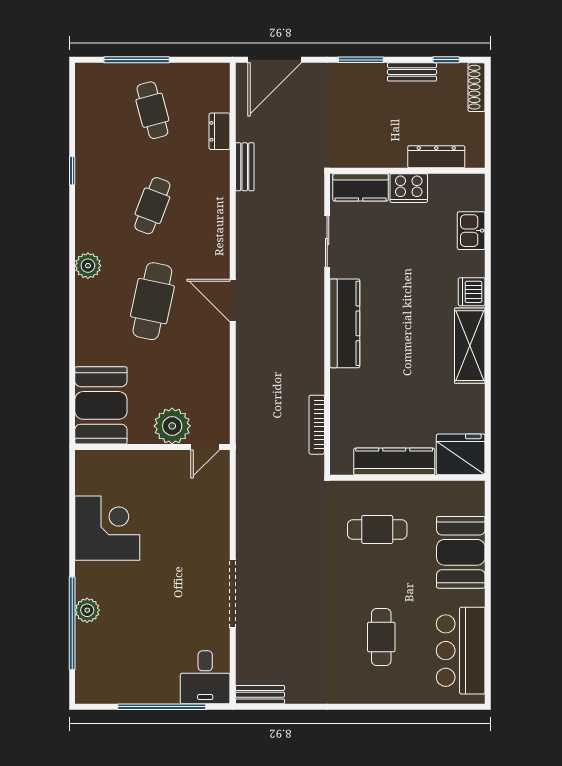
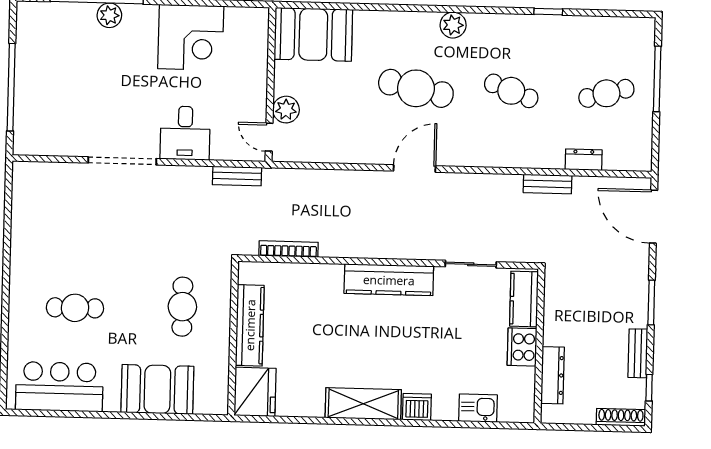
plant: (172, 426) -> (286, 110), width x0.73, depth x0.73
desk: (205, 677) -> (185, 133), moved, turned -90
bench: (260, 695) -> (237, 176), moved, turned 90

